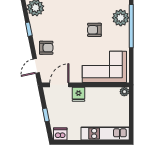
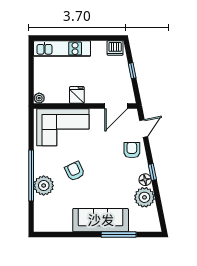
floor lamp: (35, 23) -> (145, 180), added
armchair: (94, 30) -> (75, 171), turned -115
armchair: (46, 48) -> (132, 150), turned 90
fridge: (78, 94) -> (77, 95), moved

